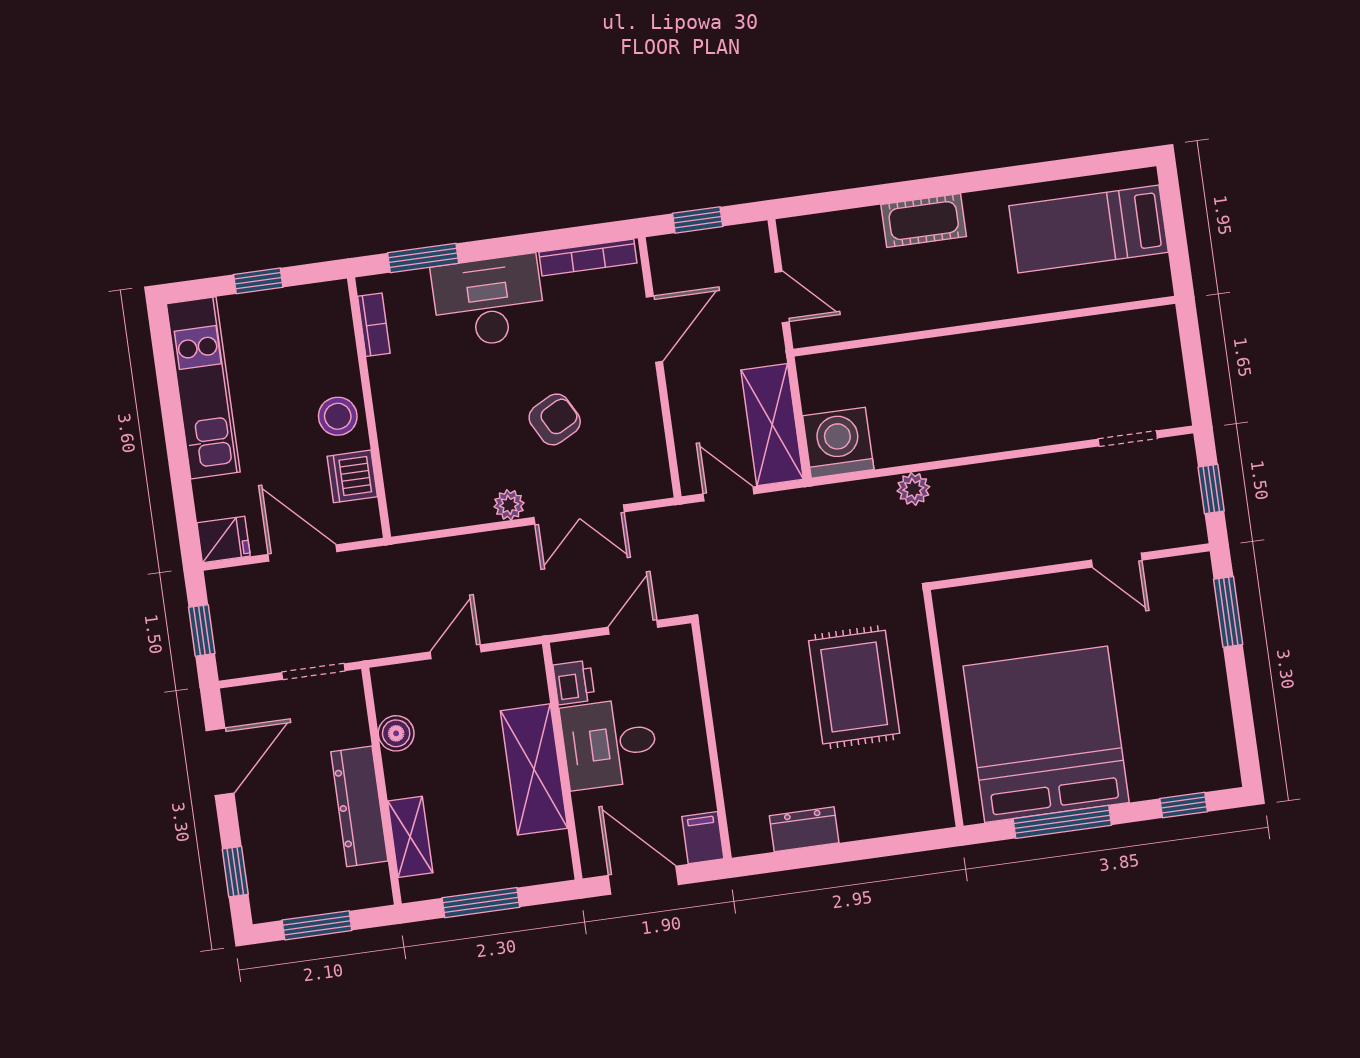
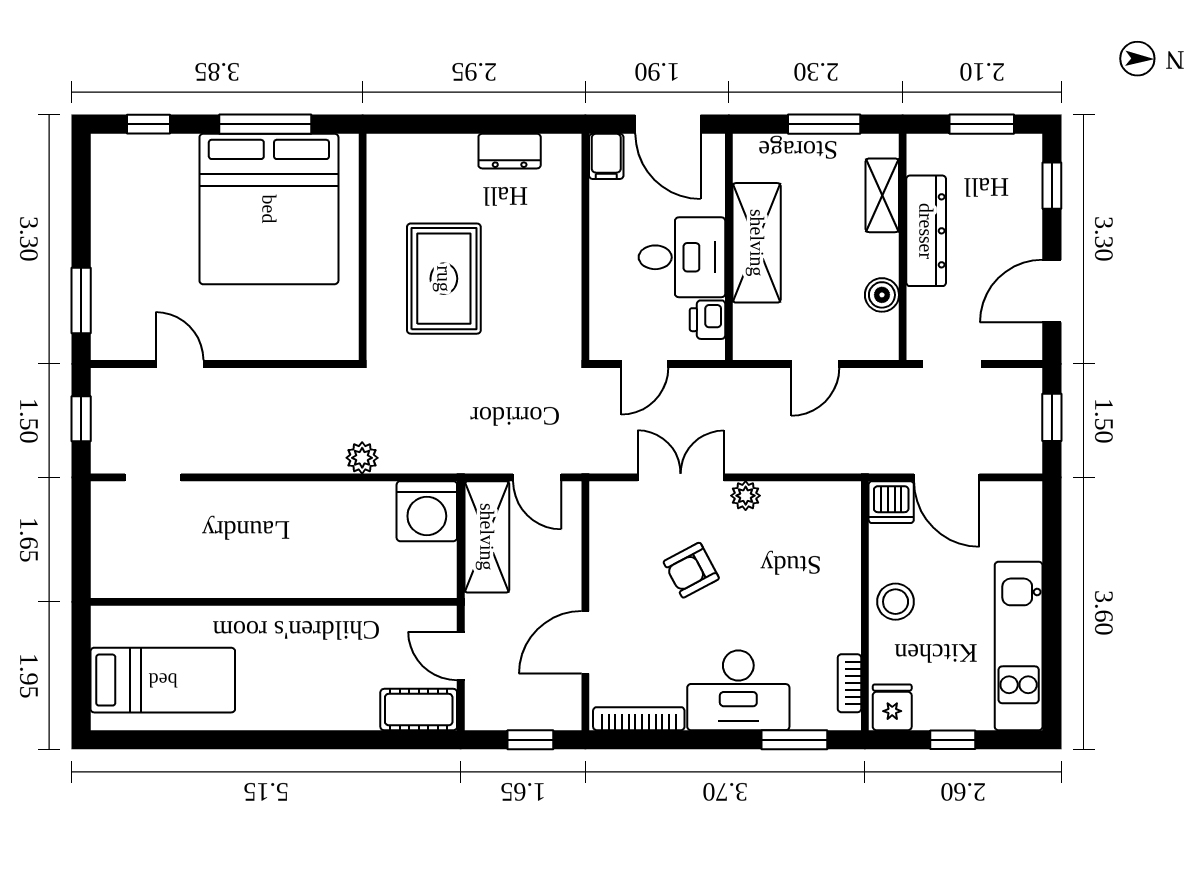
cot: (924, 221) -> (419, 710), moved
dishwasher: (352, 476) -> (891, 502), moved, turned 90
fridge: (224, 539) -> (892, 707), moved, turned 90

